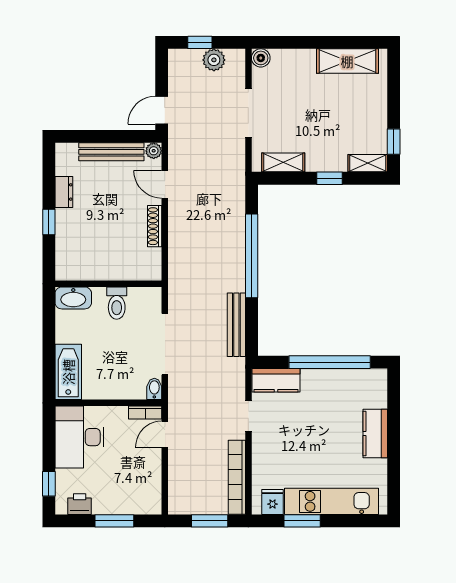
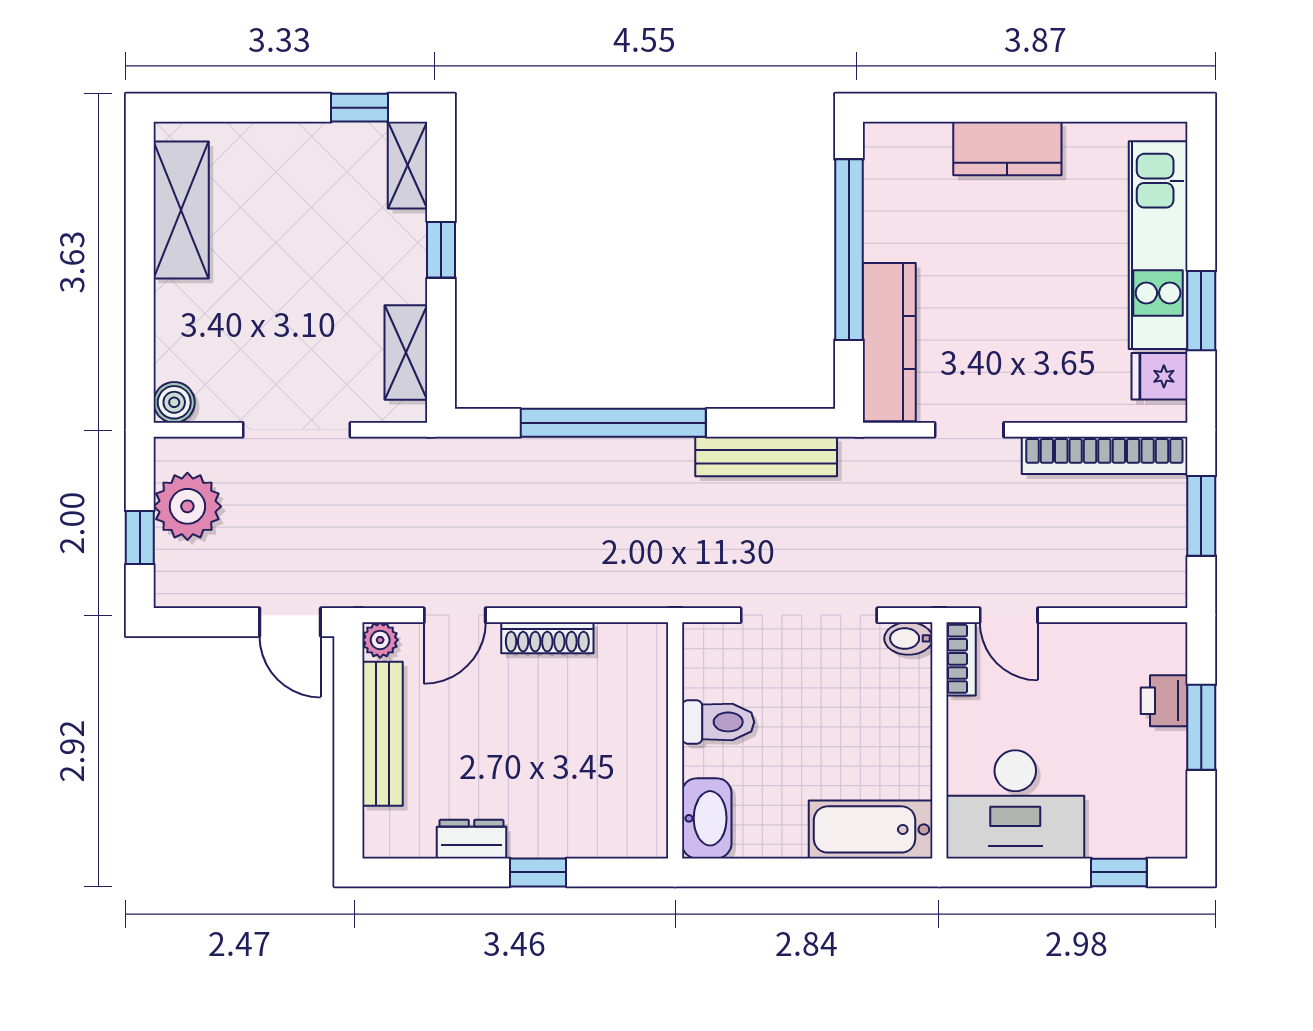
plant: (214, 60) -> (187, 506), width x1.36, depth x1.36
kitchen counter: (276, 380) -> (889, 342), width x1.50
printer: (80, 504) -> (1164, 701), moved

